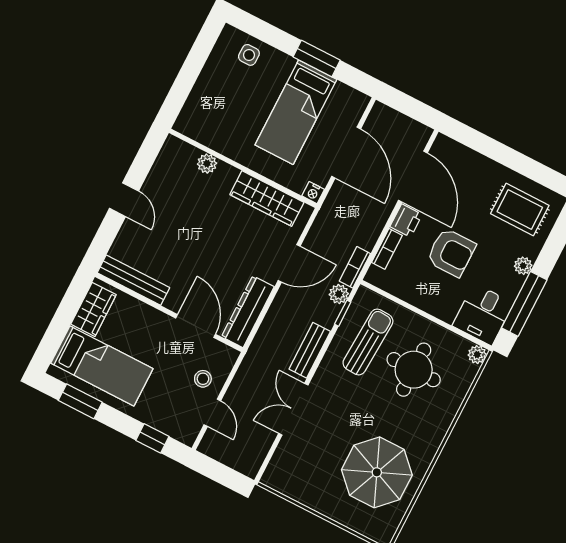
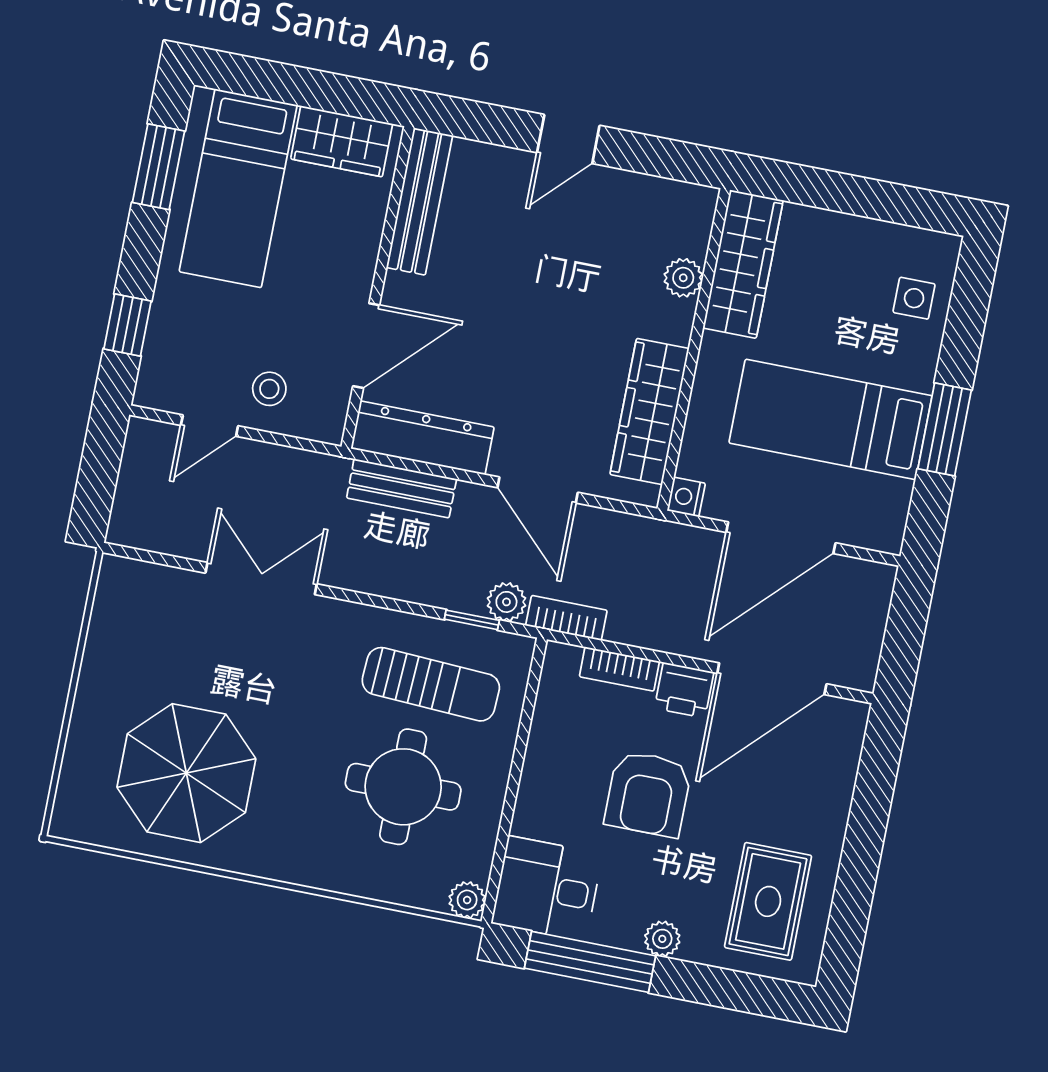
wardrobe: (209, 133) -> (743, 264), added
bench: (310, 350) -> (402, 488), moved

